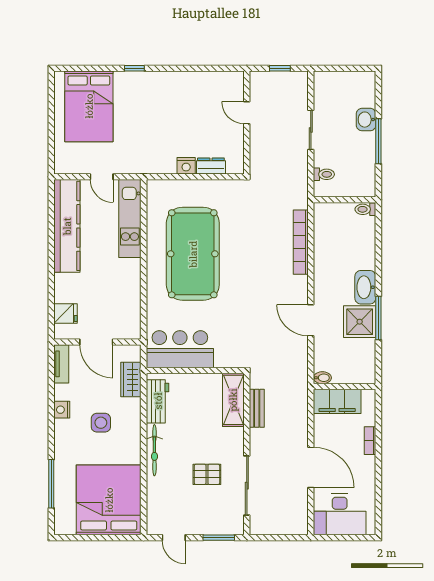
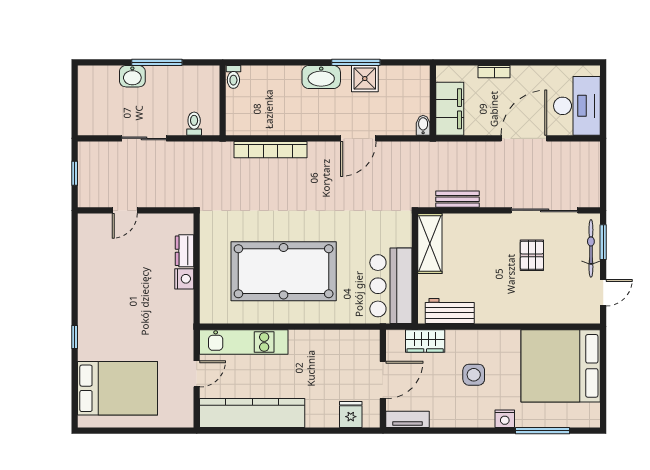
shower: (360, 322) -> (365, 79), width x0.73, depth x0.73
shelving: (233, 400) -> (430, 244), moved, turned 90
nightstand: (62, 410) -> (505, 419), moved
bicycle: (154, 450) -> (591, 248), moved, turned -90

